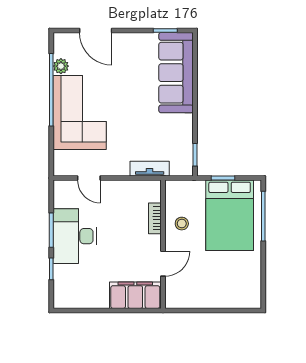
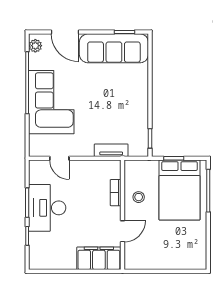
plant: (61, 66) -> (35, 46), moved
sofa: (176, 73) -> (114, 48), moved, turned -90

